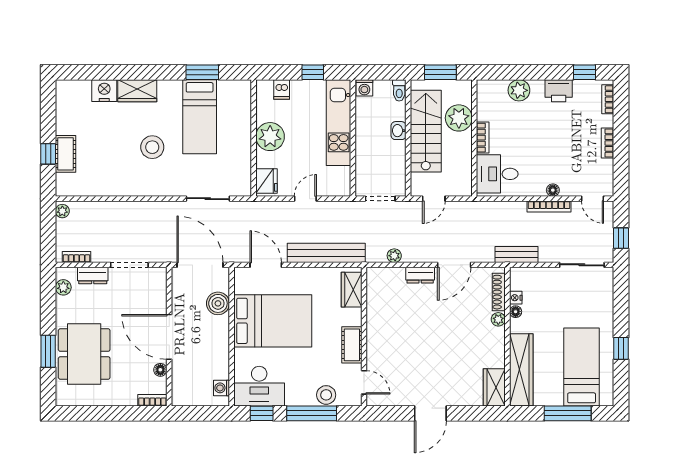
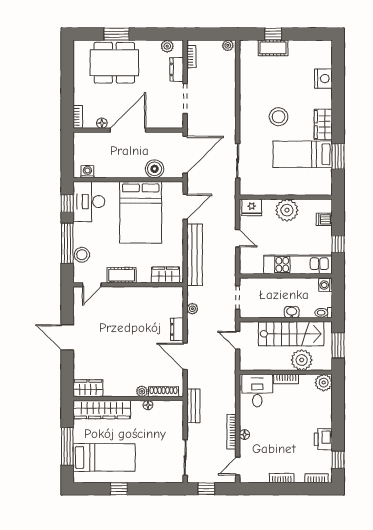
plant: (519, 90) -> (324, 383), moved
wardrobe: (137, 91) -> (323, 124), moved
nightstand: (516, 298) -> (159, 405), removed

